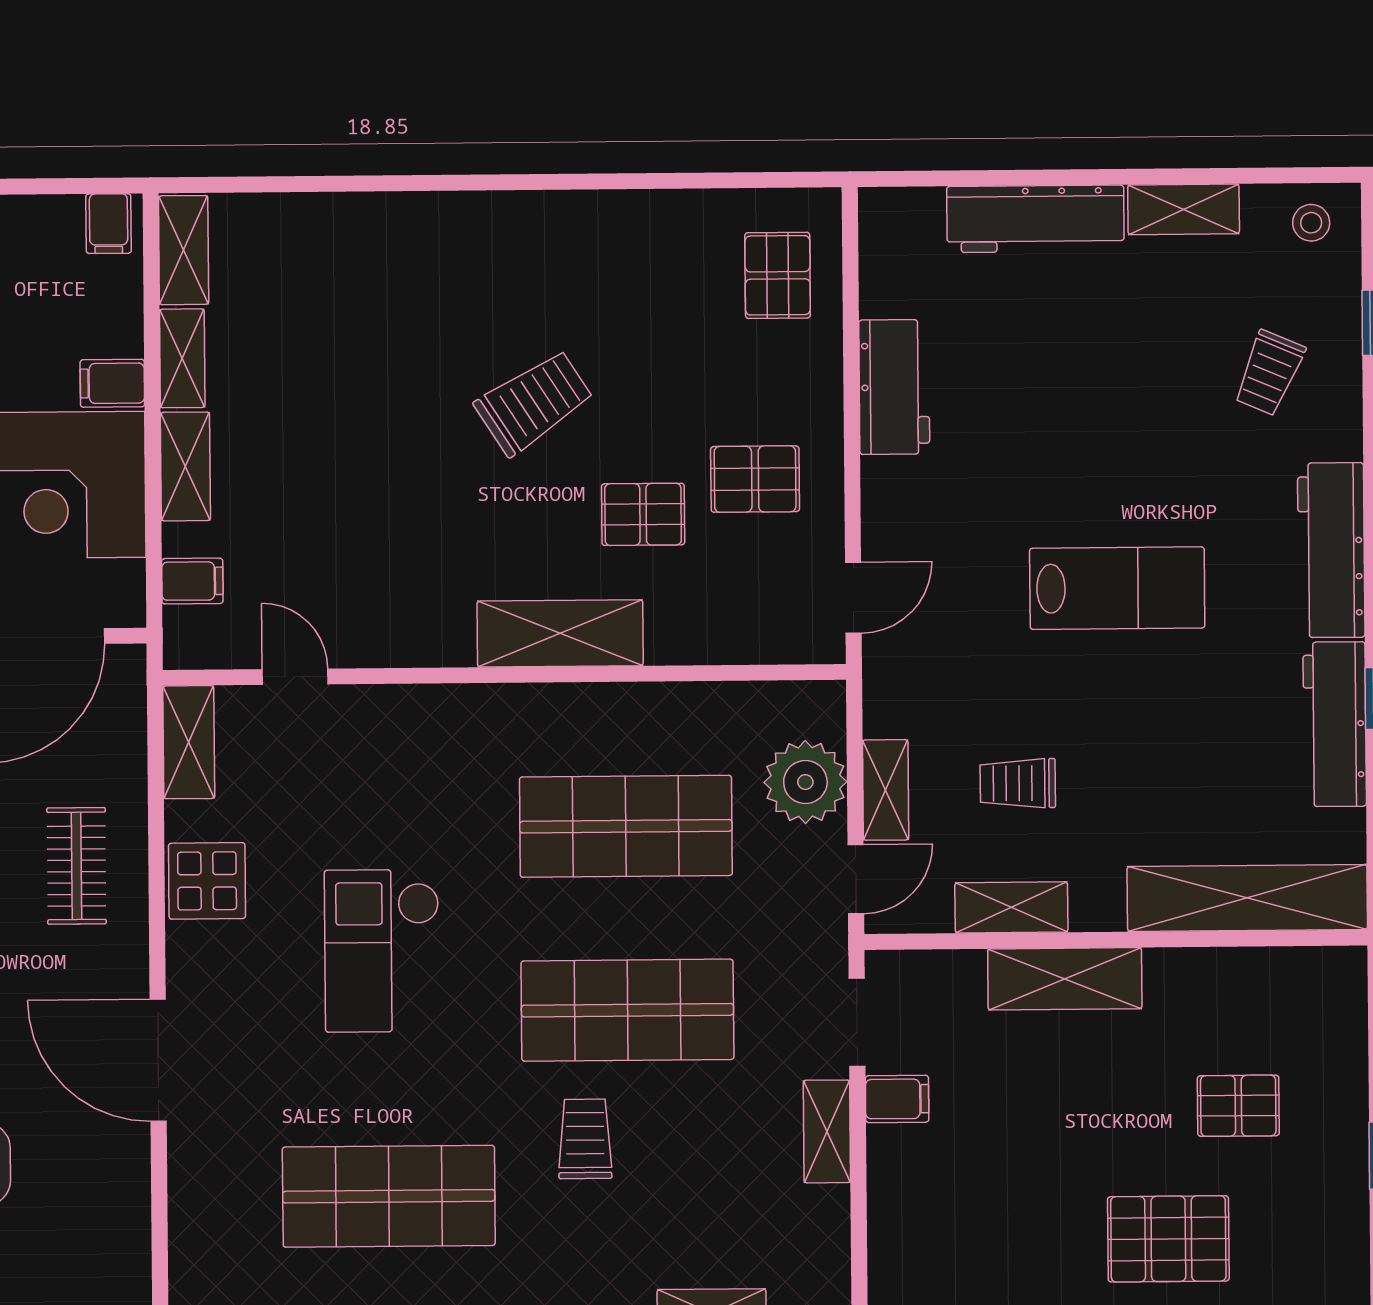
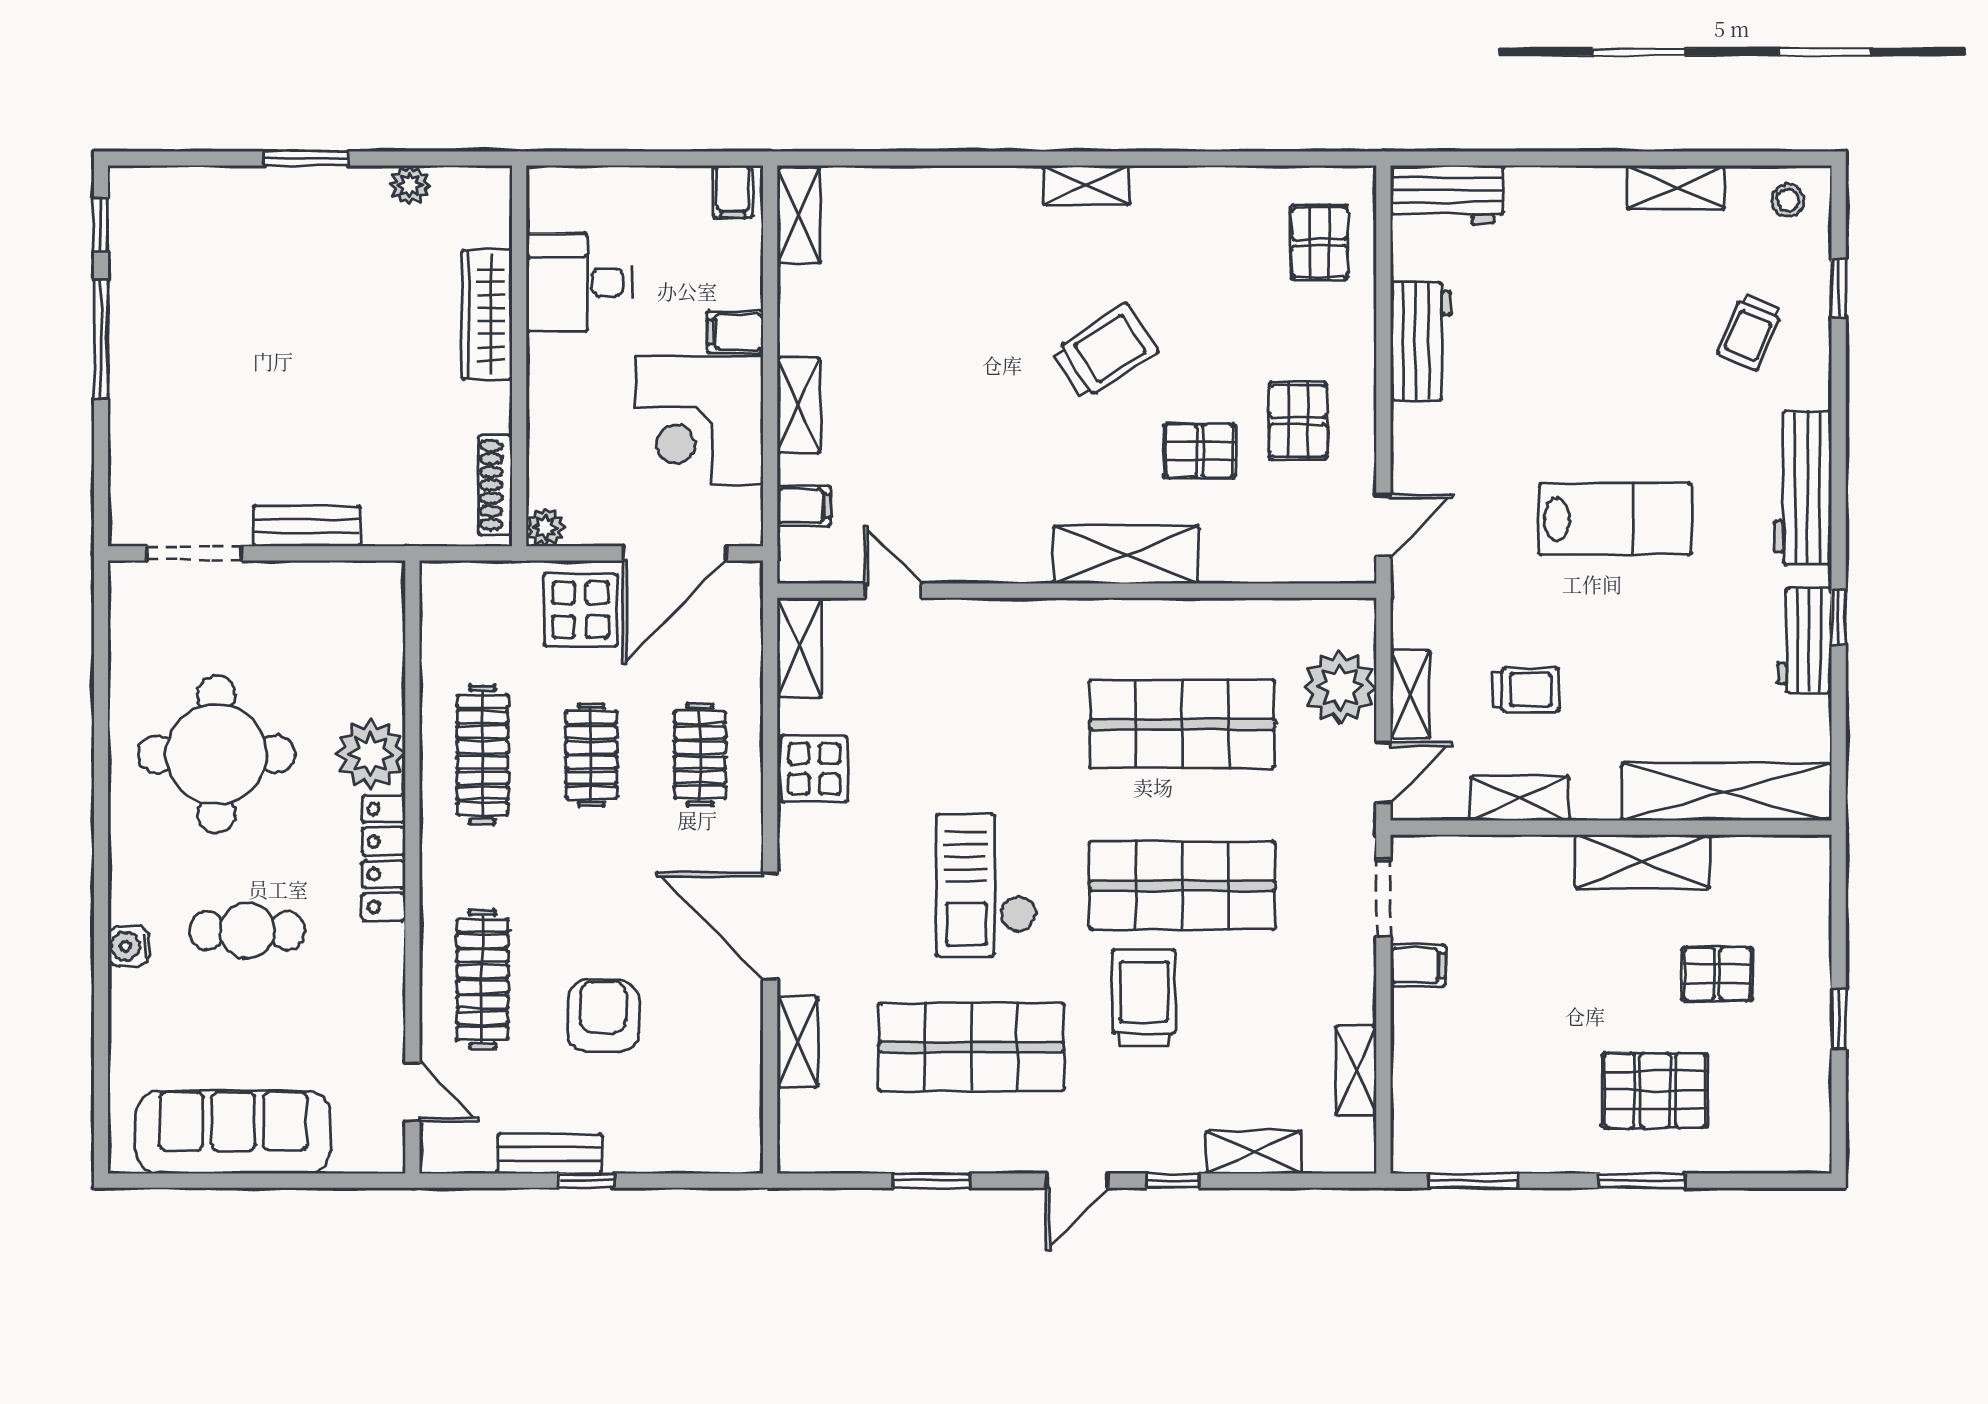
workbench: (1035, 219) -> (1447, 195), moved, width x0.73
shelving: (182, 358) -> (1087, 185), moved, turned 90
pallet: (755, 479) -> (1298, 421), turned 90
workbench: (1335, 724) -> (1805, 640), width x0.73
trolley: (1018, 783) -> (1526, 690), turned 180
checkout: (382, 951) -> (986, 885), moved
shelving: (1065, 979) -> (1643, 861), moved
shelving: (827, 1131) -> (1356, 1070), moved
trolley: (585, 1139) -> (1144, 998), width x1.36, depth x1.39
shelving: (191, 1192) -> (798, 1042), added

